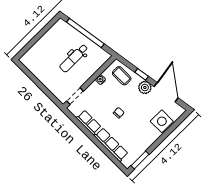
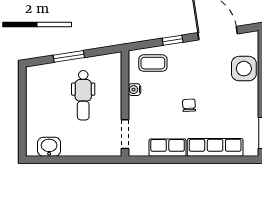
window: (85, 33) -> (69, 56), width x0.47
washbasin: (33, 66) -> (49, 147), added
plant: (145, 88) -> (190, 51), removed

